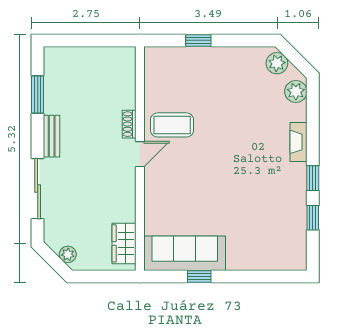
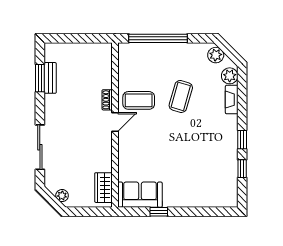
window: (198, 40) -> (158, 38), width x3.17
coffee table: (229, 120) -> (181, 96), added
bench: (52, 136) -> (50, 78), moved
fireplace: (299, 142) -> (232, 100), moved
sofa: (185, 253) -> (140, 195), width x0.73

